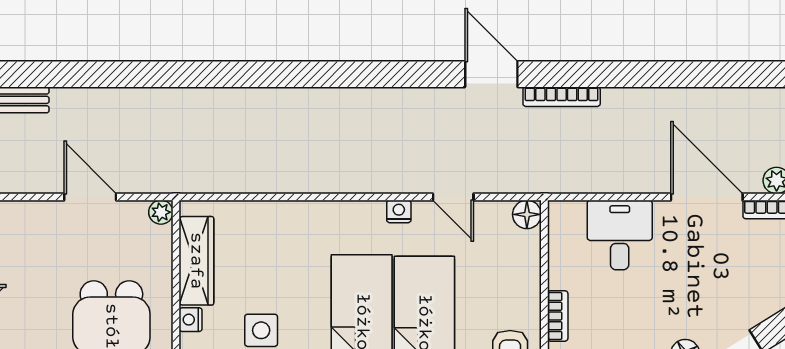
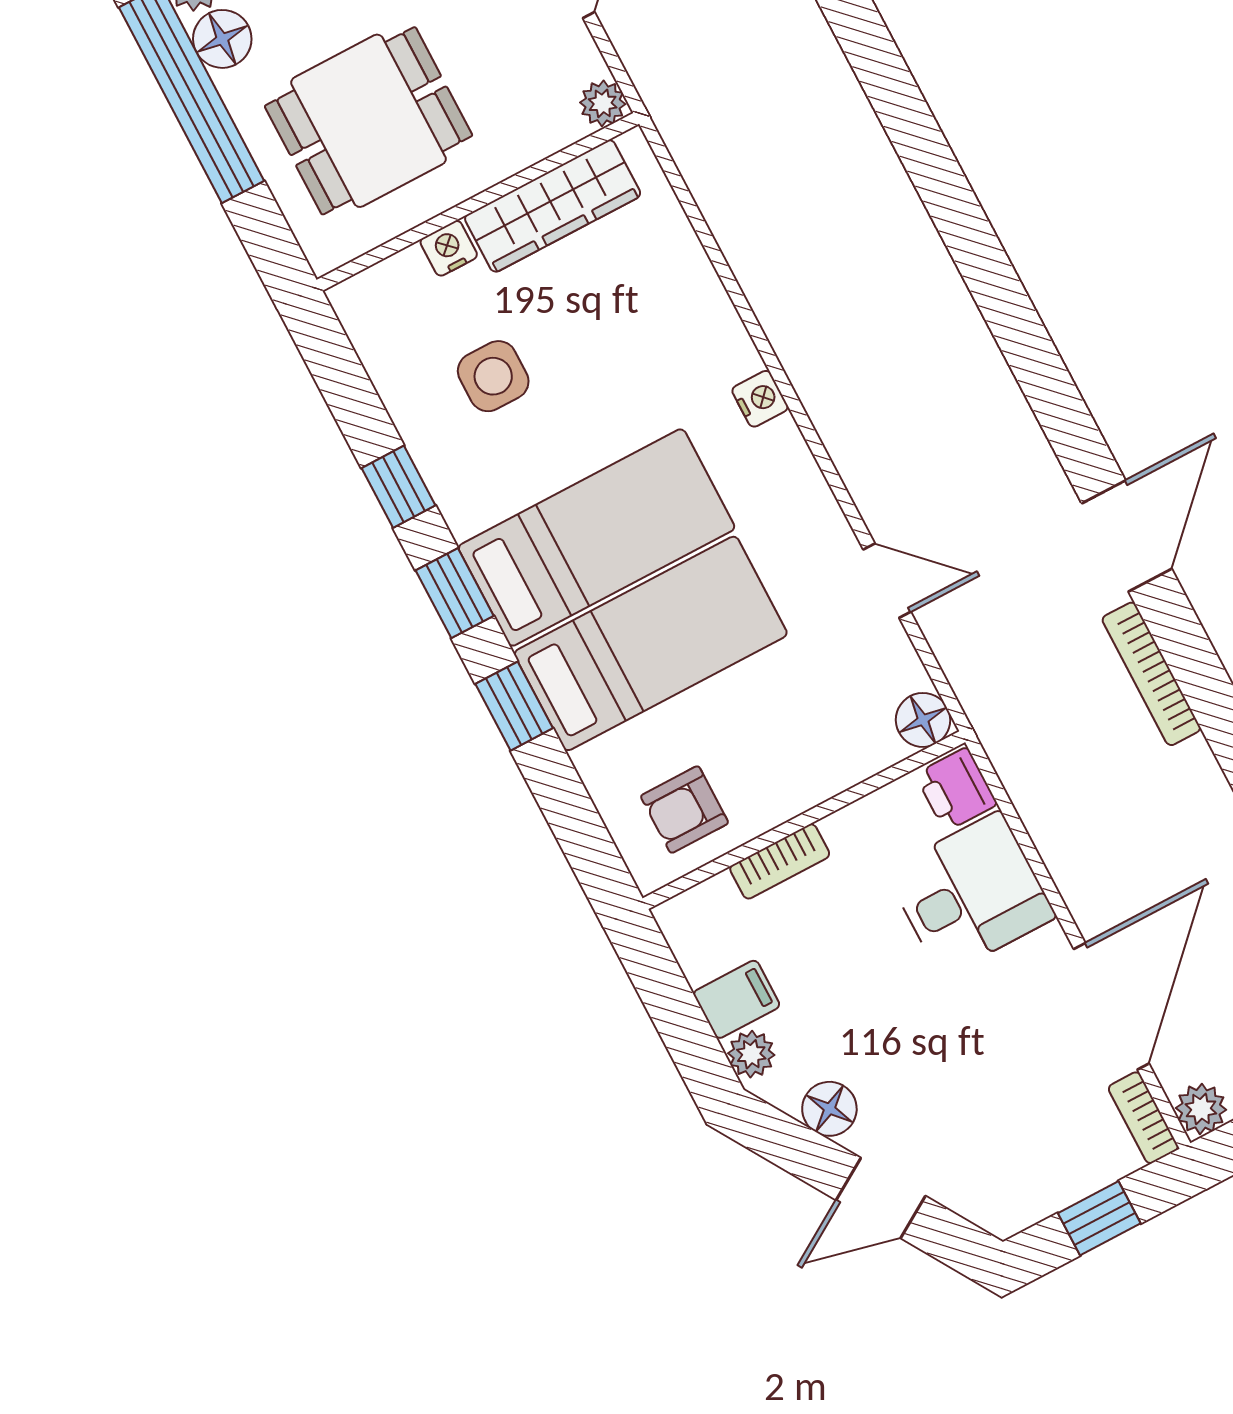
door: (453, 197) -> (887, 581), swing flipped
nightstand: (399, 211) -> (760, 399), moved
printer: (567, 216) -> (956, 789), added

